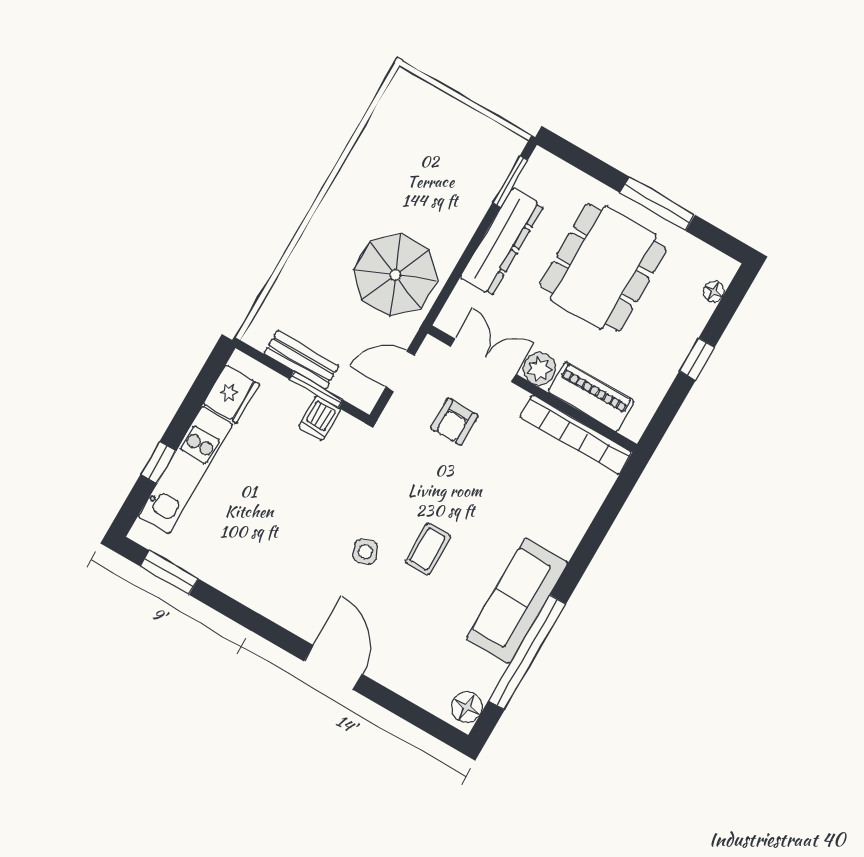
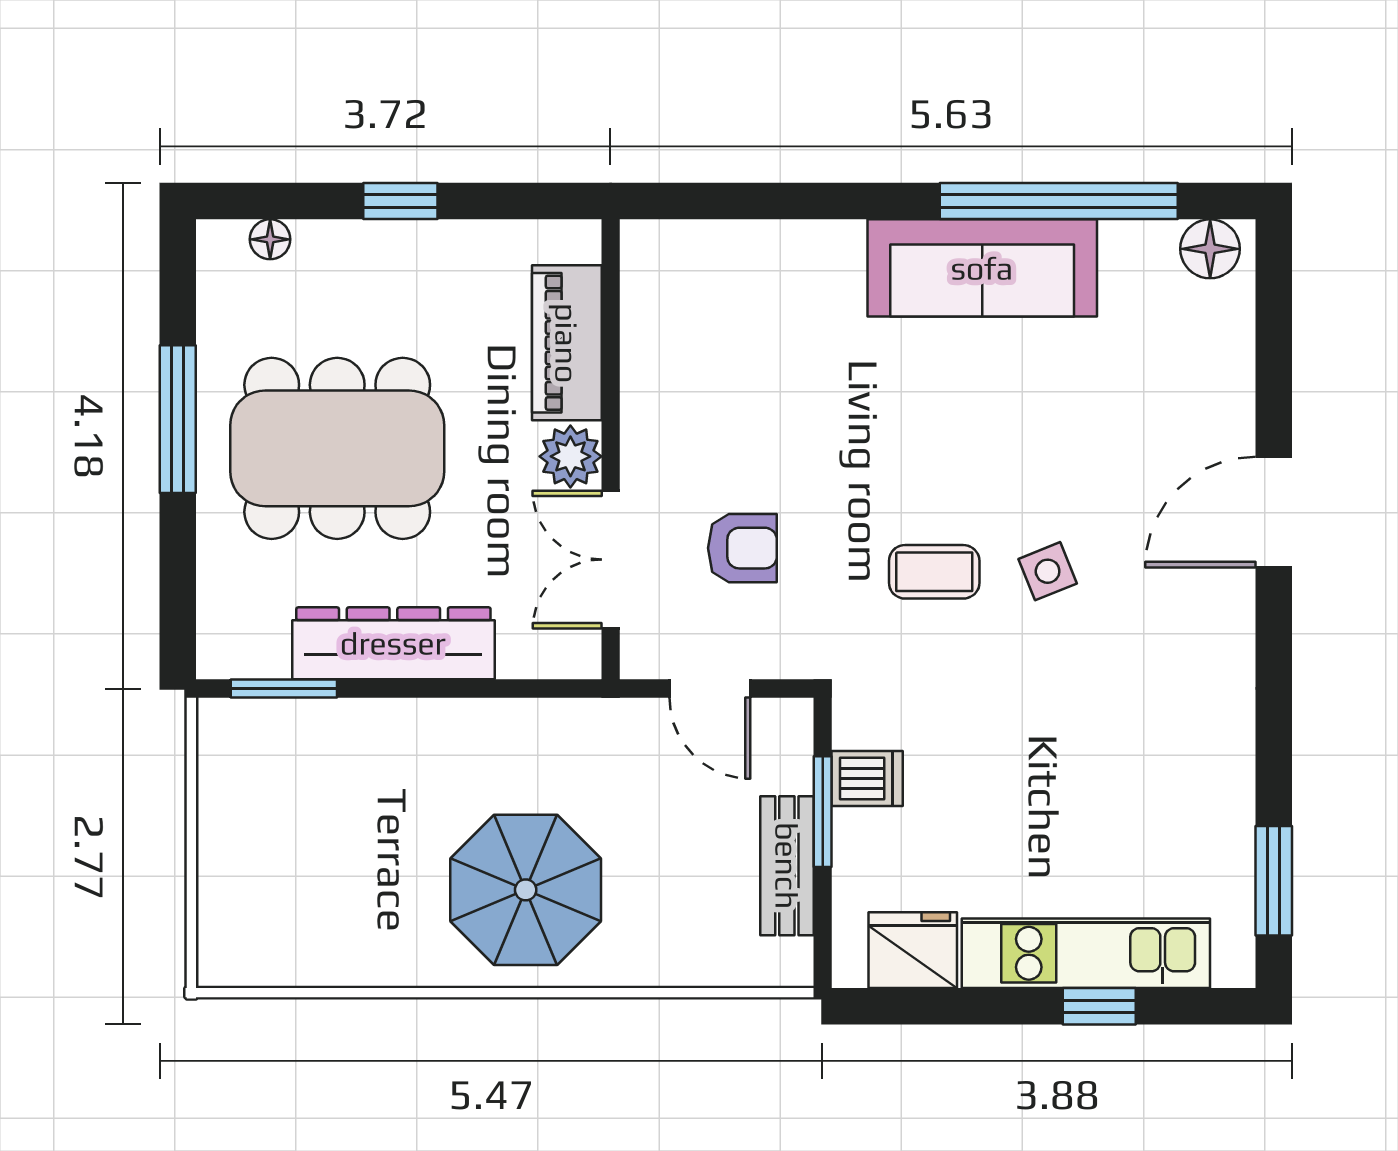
parasol: (395, 275) -> (526, 890), moved
bookcase: (576, 434) -> (645, 331), removed
coffee table: (428, 549) -> (934, 572), moved

